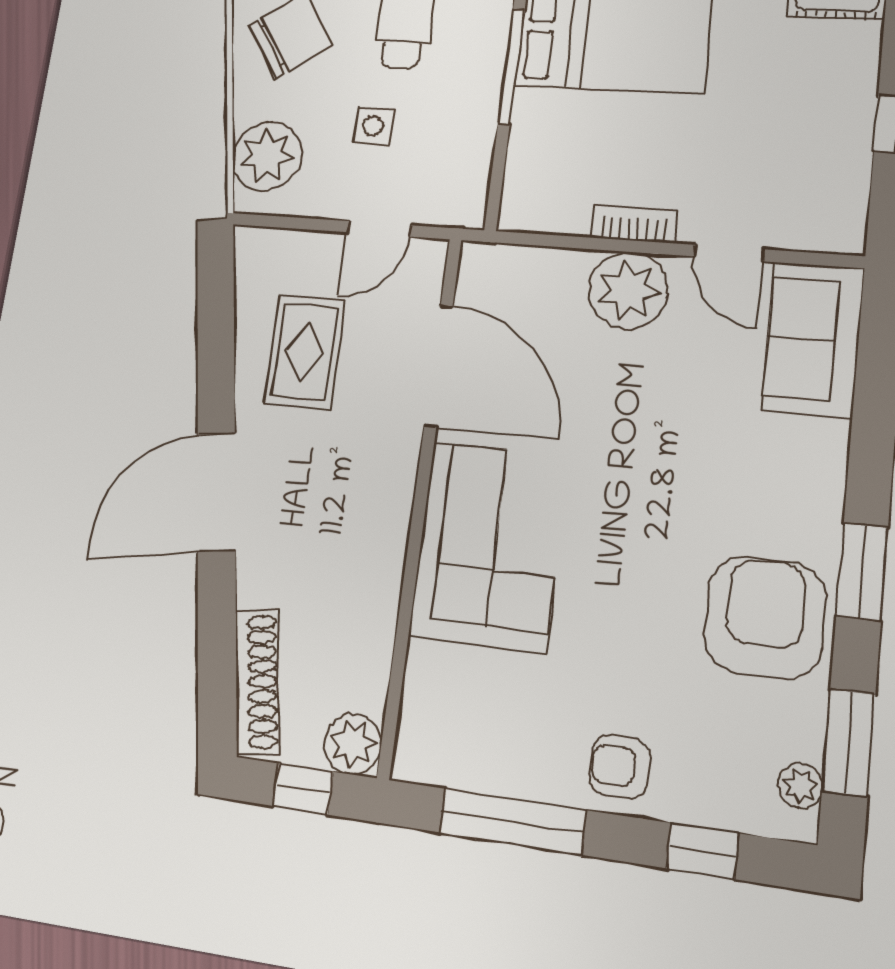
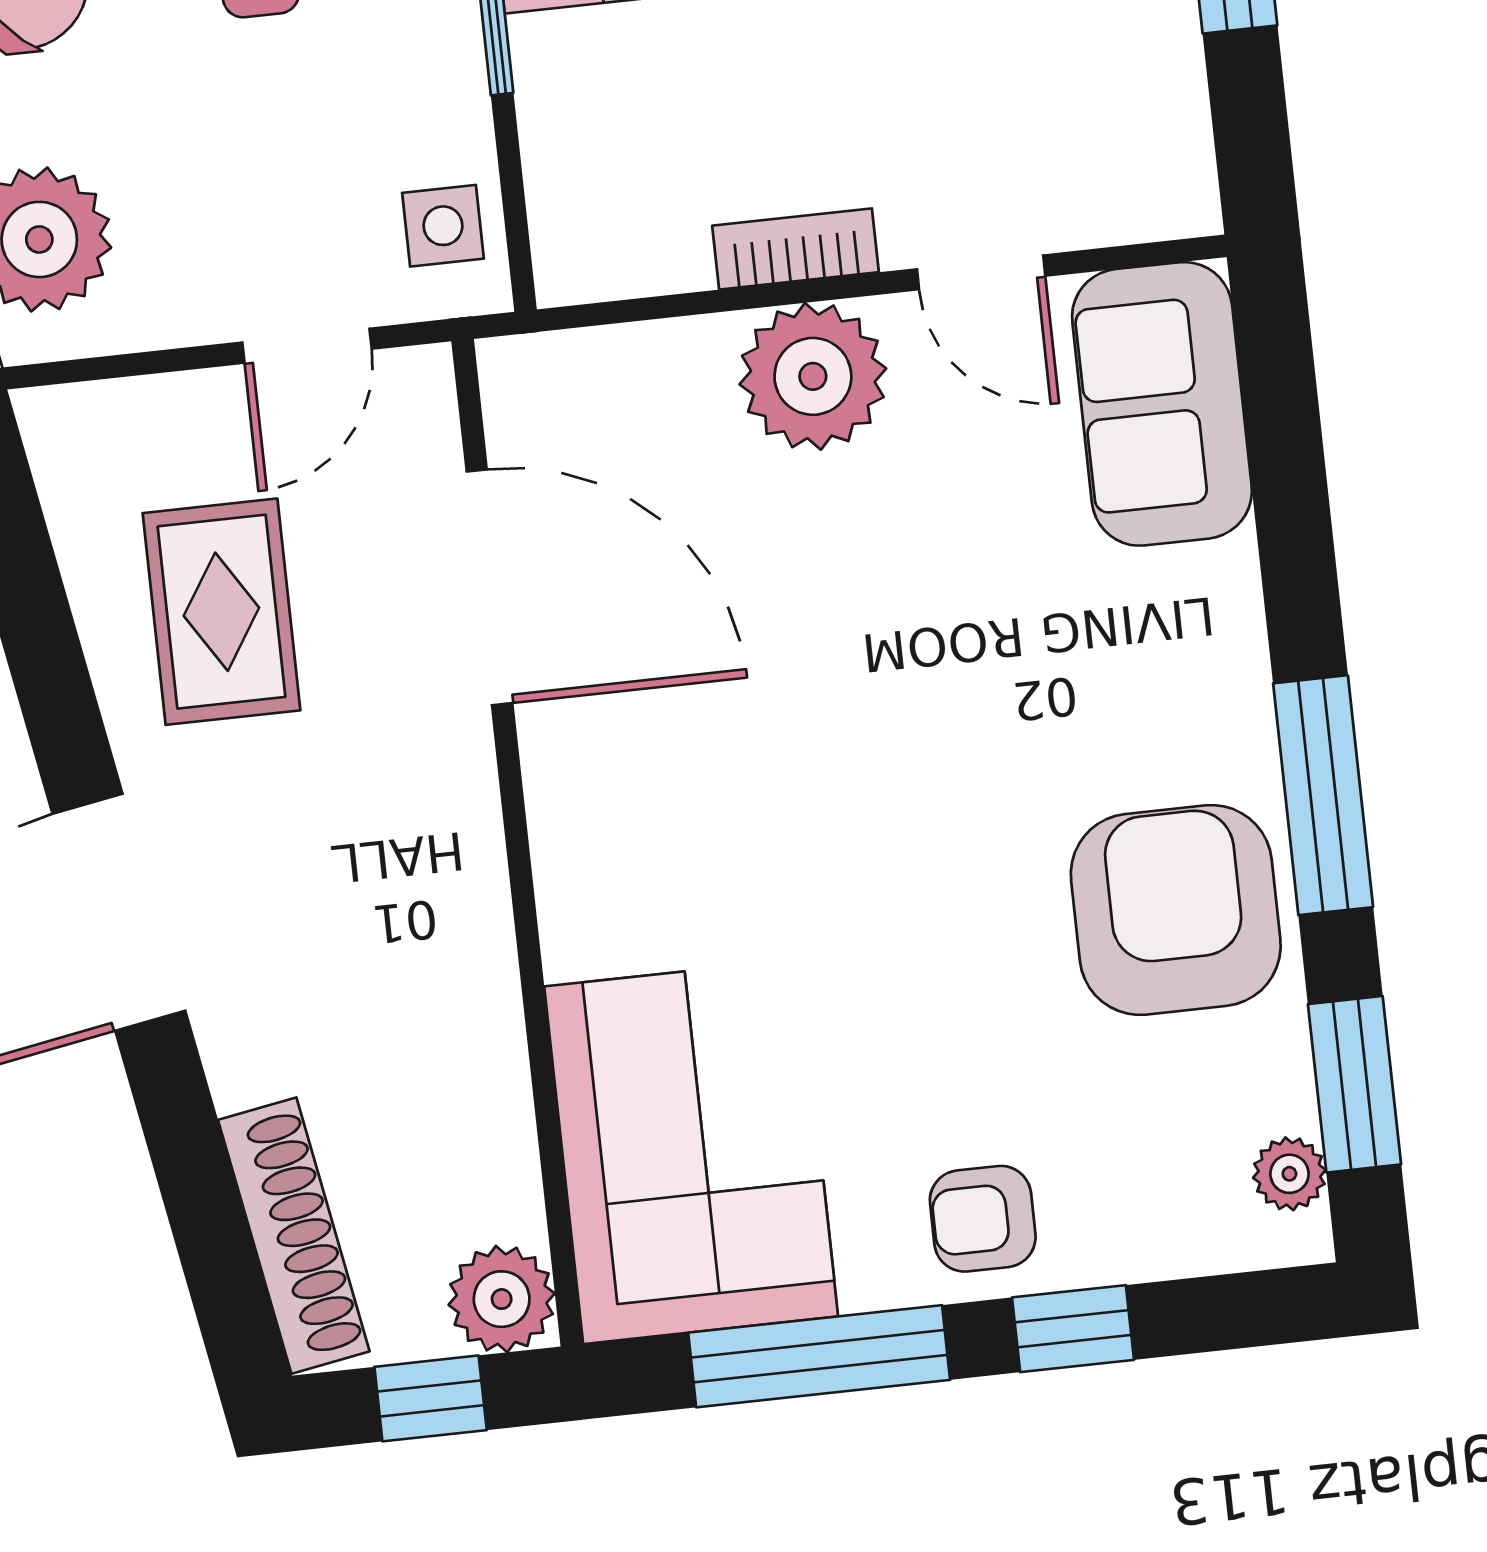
side table: (373, 126) -> (443, 226), moved
corner sofa: (488, 546) -> (691, 1151), moved
window: (862, 572) -> (1323, 795), width x1.44
window: (703, 851) -> (1073, 1329), moved

